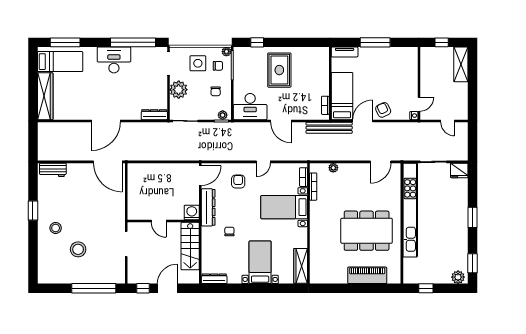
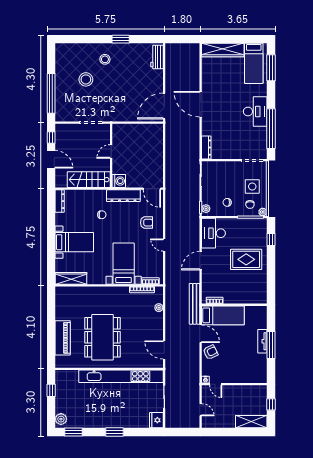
tv unit: (345, 52) -> (262, 341), moved
plant: (179, 90) -> (229, 169), removed
door: (448, 121) -> (201, 410), swing flipped

